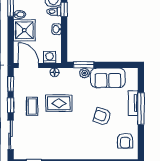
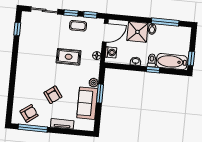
window: (84, 65) -> (100, 94), moved
rug: (59, 103) -> (69, 57), turned 90
coffee table: (32, 106) -> (78, 26), moved
window: (141, 109) -> (33, 128), moved
armchair: (102, 116) -> (53, 95), turned 126
armchair: (125, 141) -> (29, 113), turned 144

